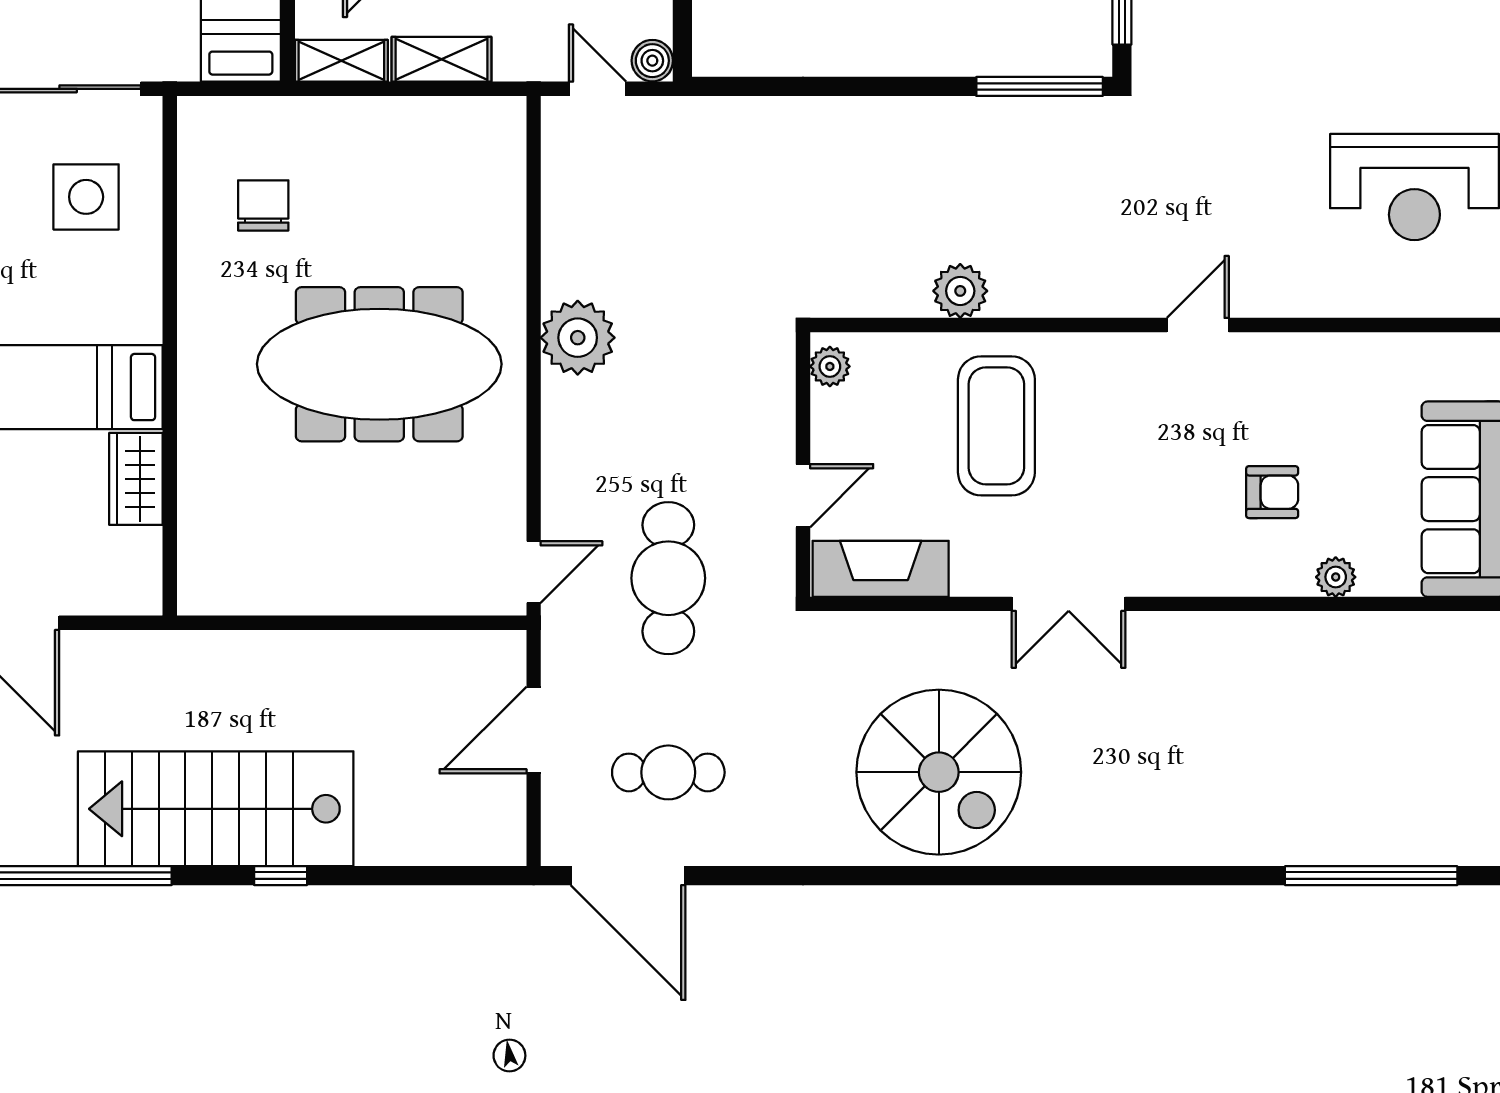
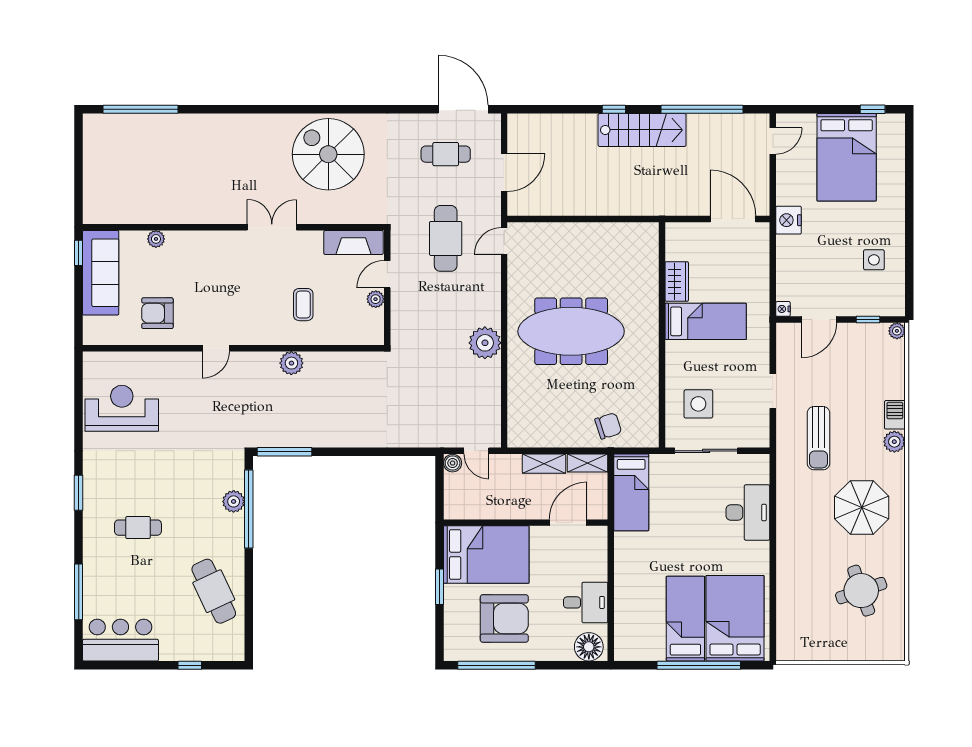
chair: (263, 205) -> (608, 426), moved, turned -108
plant: (960, 291) -> (291, 363), moved
plant: (830, 366) -> (376, 299), moved
coffee table: (996, 426) -> (303, 305), width x0.54, depth x0.58
armchair: (1272, 492) -> (157, 313), moved, width x1.38, depth x1.38
stairs: (216, 809) -> (642, 130), width x0.73, depth x0.66

